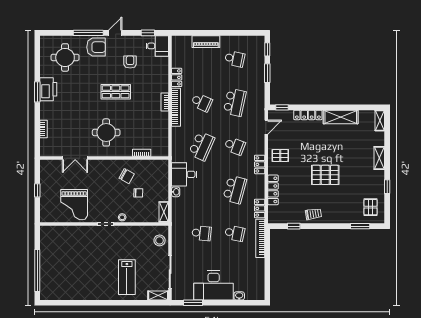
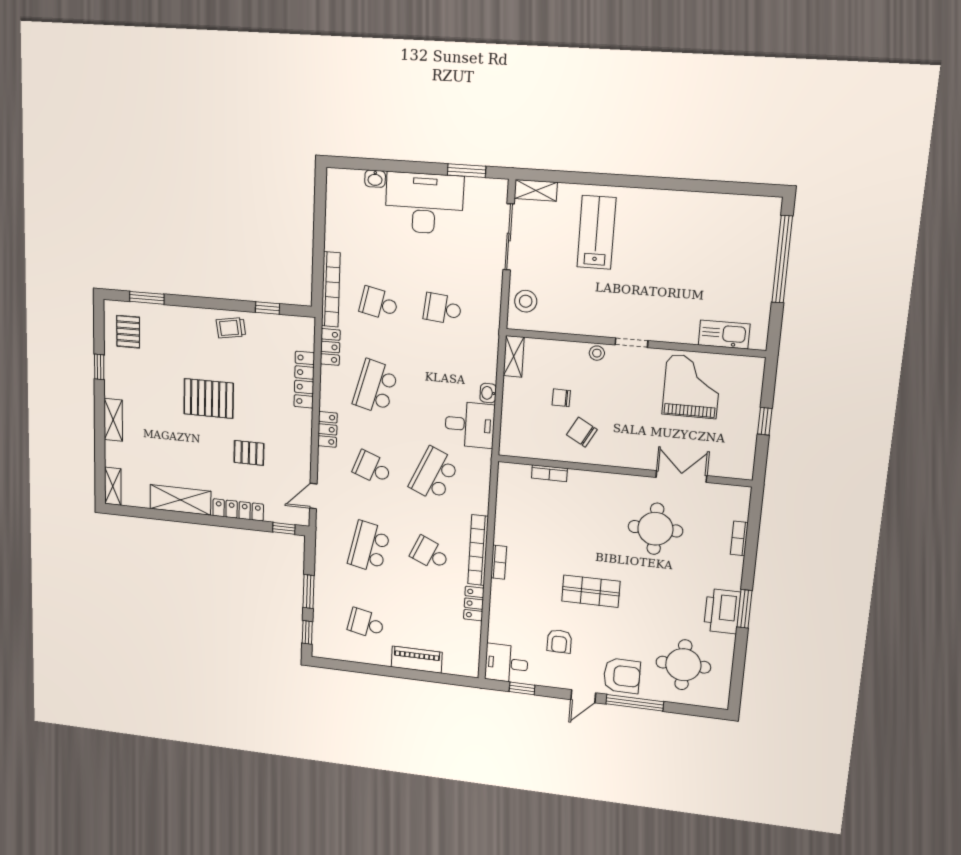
armchair: (96, 47) -> (622, 676), turned 180
round table: (106, 132) -> (655, 529), moved
pallet: (280, 155) -> (249, 453), moved
kitchen sink: (61, 232) -> (724, 335), added

